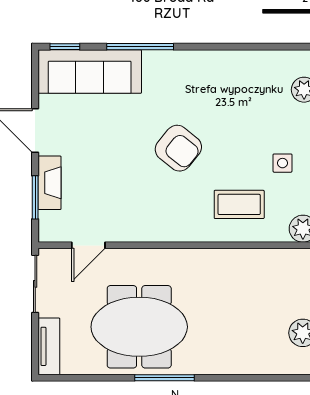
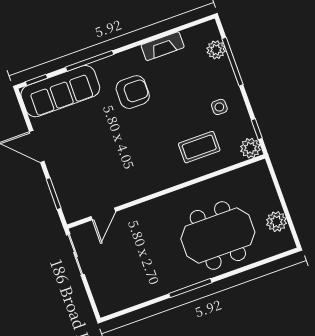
armchair: (178, 148) -> (133, 92), moved, turned -39
fireplace: (49, 183) -> (163, 46), moved, turned 90
meeting table: (139, 327) -> (218, 235), moved
tv unit: (49, 346) -> (101, 295), removed

